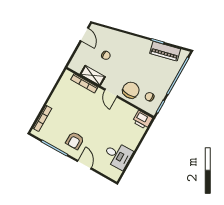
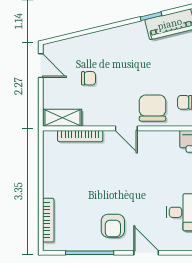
shelving: (93, 75) -> (62, 118), moved

